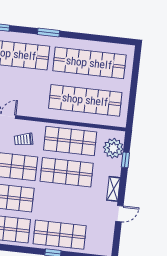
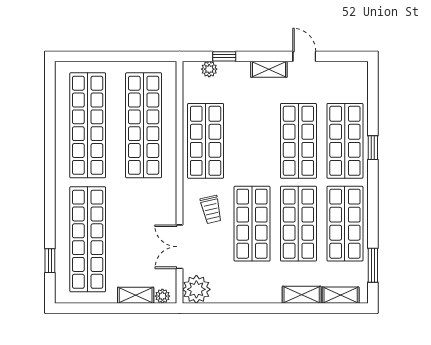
window: (48, 33) -> (50, 190), removed
plant: (113, 148) -> (209, 69), width x0.53, depth x0.53
shop shelf: (67, 172) -> (298, 141), moved

